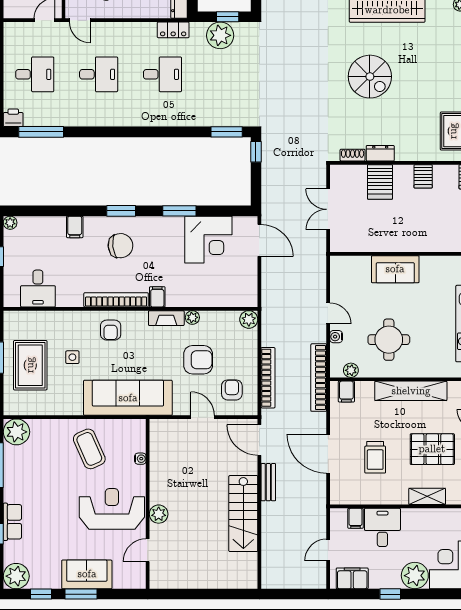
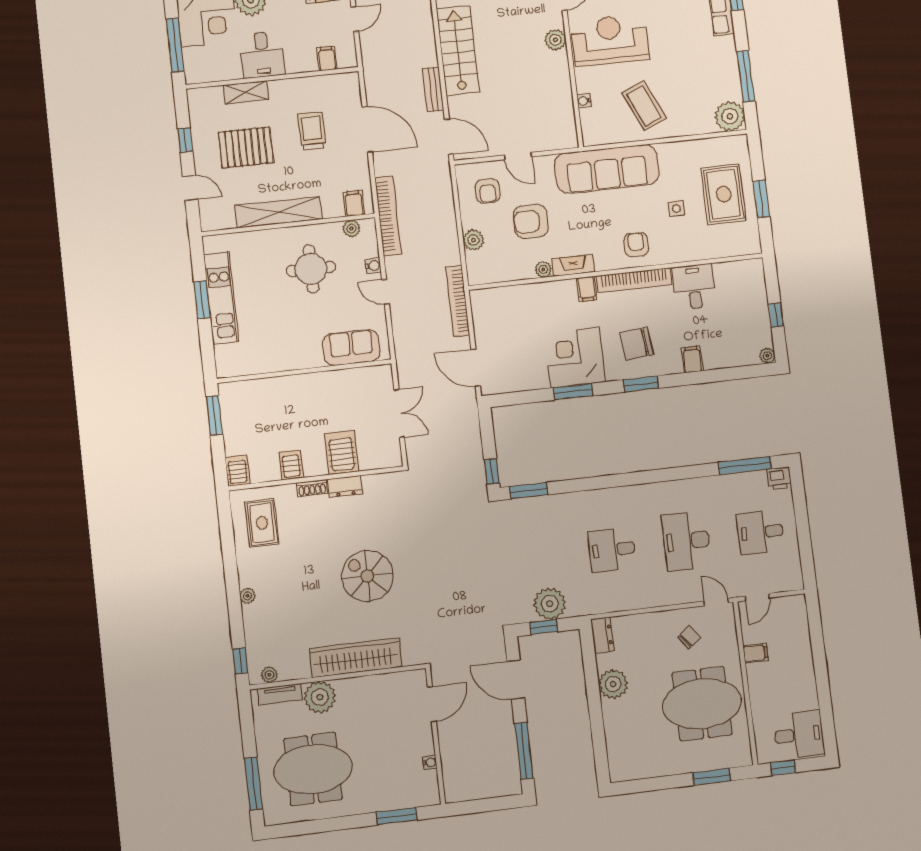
locker: (173, 30) -> (606, 604), removed
desk: (99, 74) -> (686, 541), width x1.37
shoe rack: (353, 155) -> (312, 488), moved
corner desk: (208, 240) -> (575, 358), moved
sofa: (395, 269) -> (351, 348), moved
desk: (38, 289) -> (694, 287), moved
plant: (249, 319) -> (473, 240), moved
bookcase: (268, 378) -> (458, 301), moved
reception desk: (112, 509) -> (610, 40), turned 180
desk: (382, 527) -> (262, 55), moved

